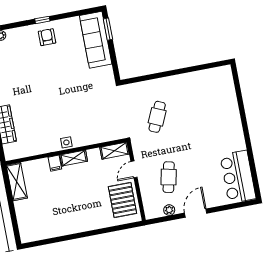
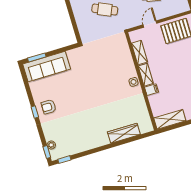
shelving: (114, 151) -> (139, 53), moved
door: (134, 169) -> (150, 24), swing flipped

